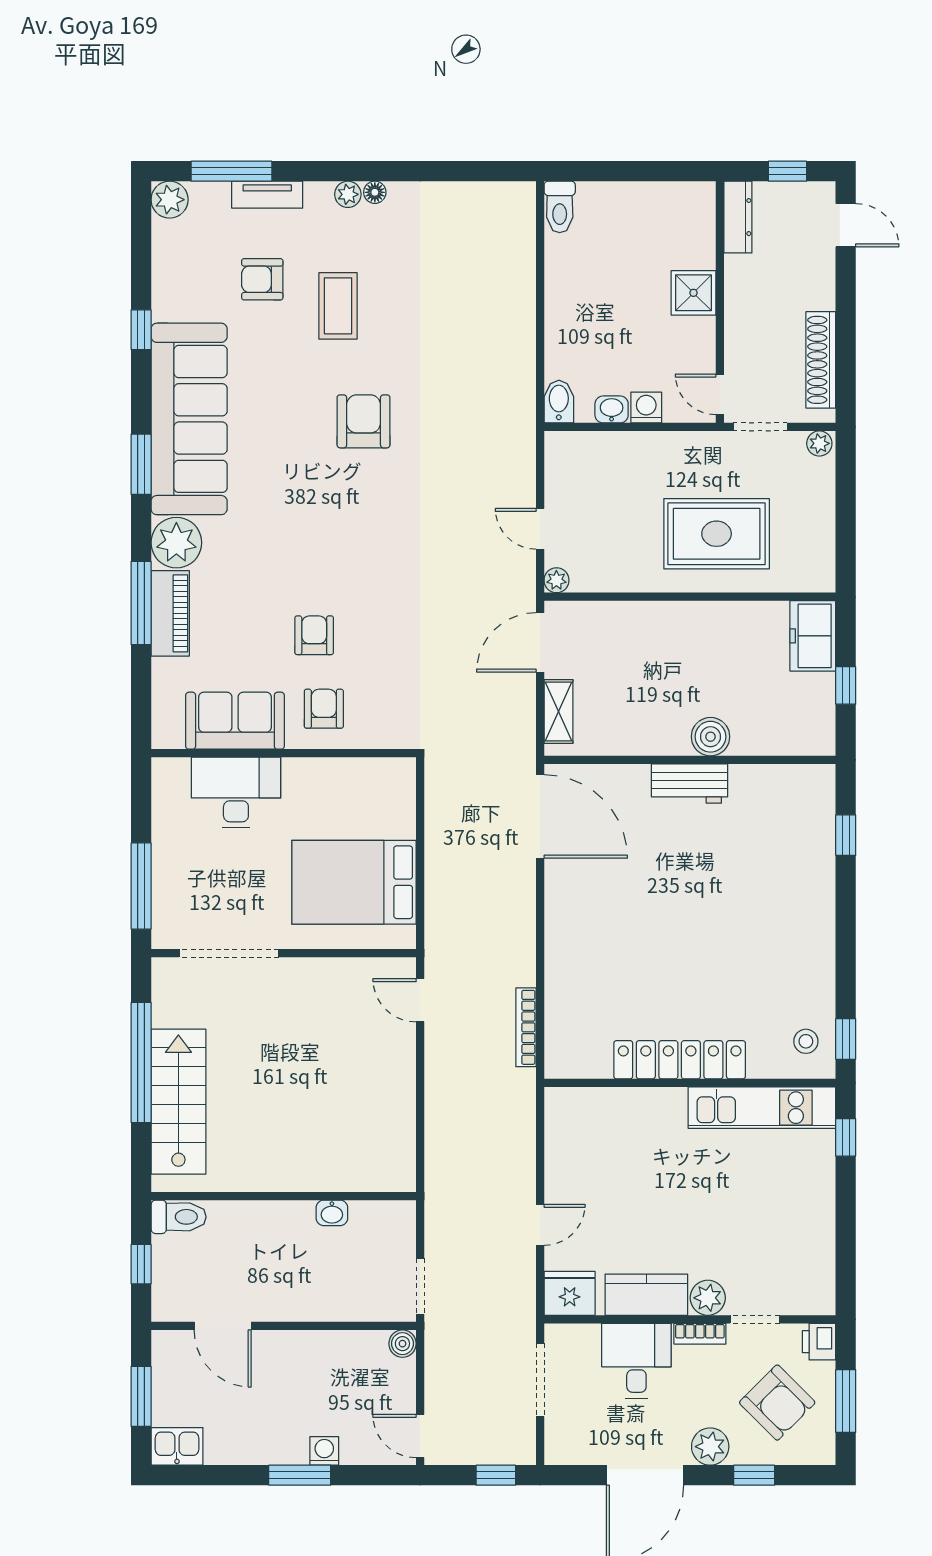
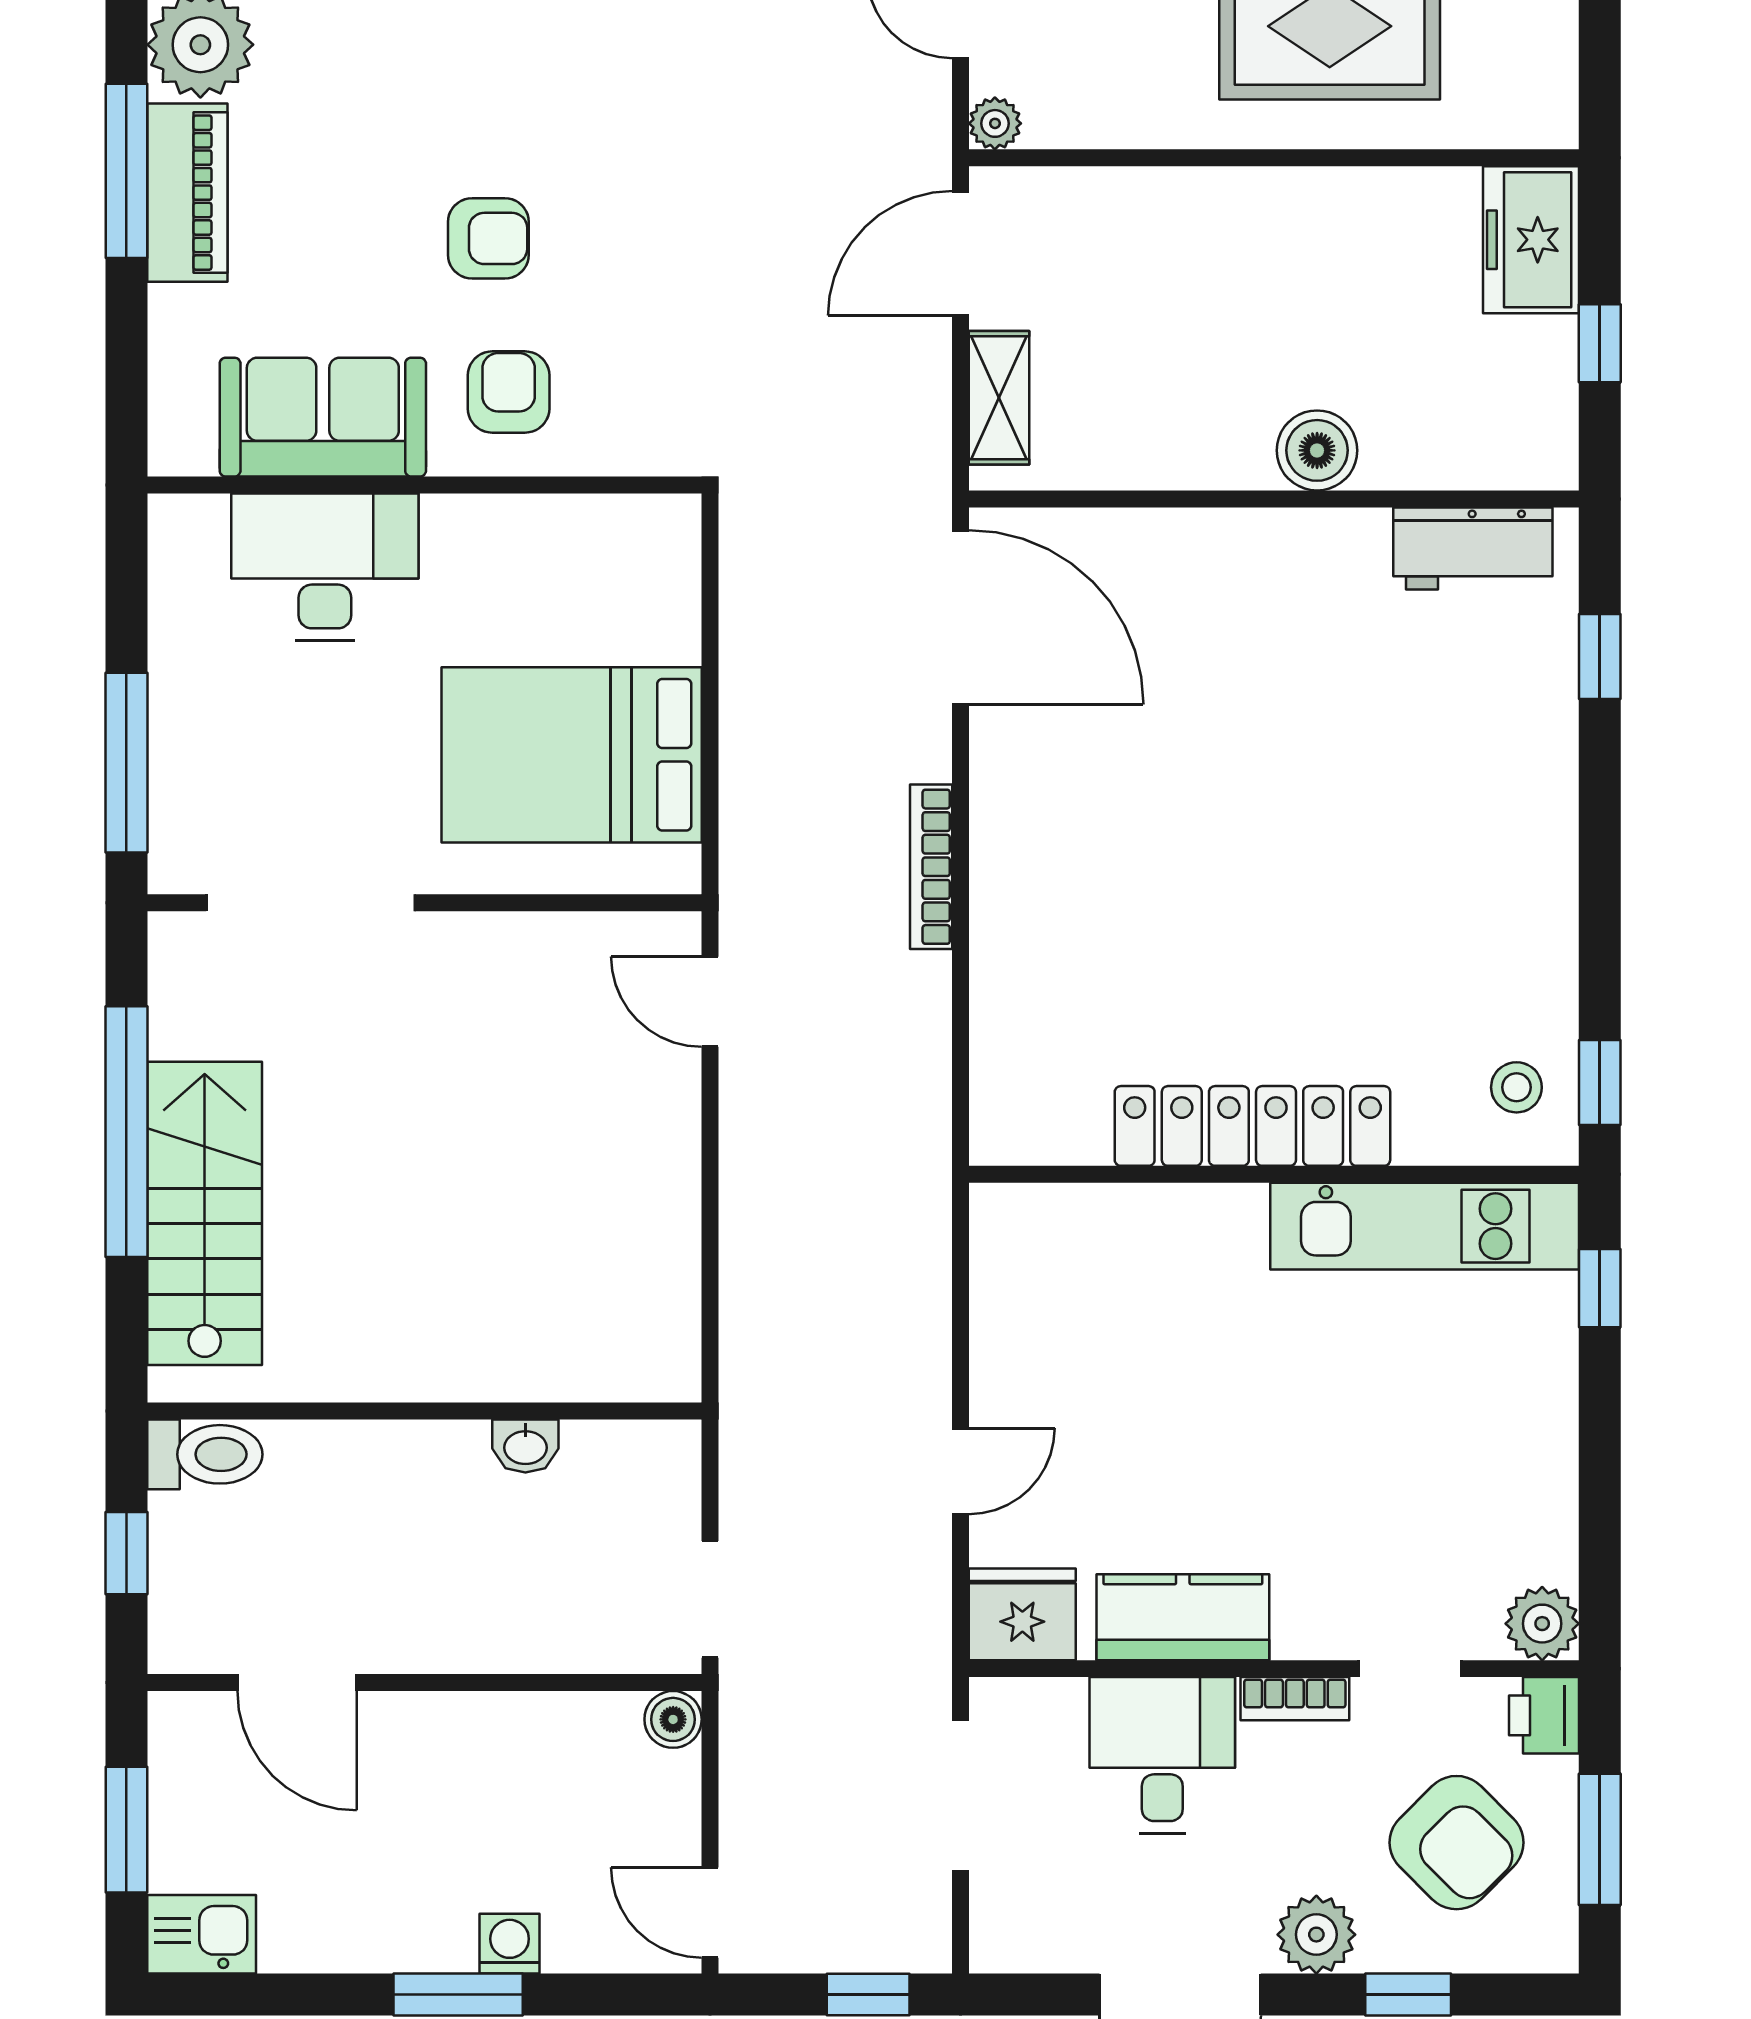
armchair: (314, 635) -> (488, 238), turned 90
workbench: (689, 784) -> (1473, 548), moved
bookcase: (526, 1027) -> (931, 867), moved
plant: (708, 1298) -> (1542, 1624), moved

